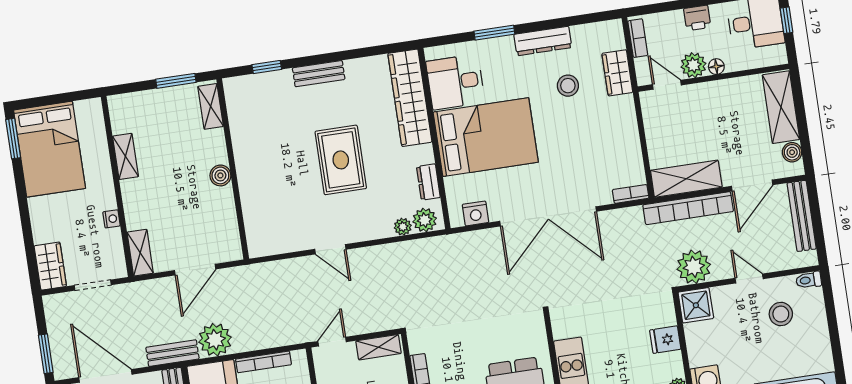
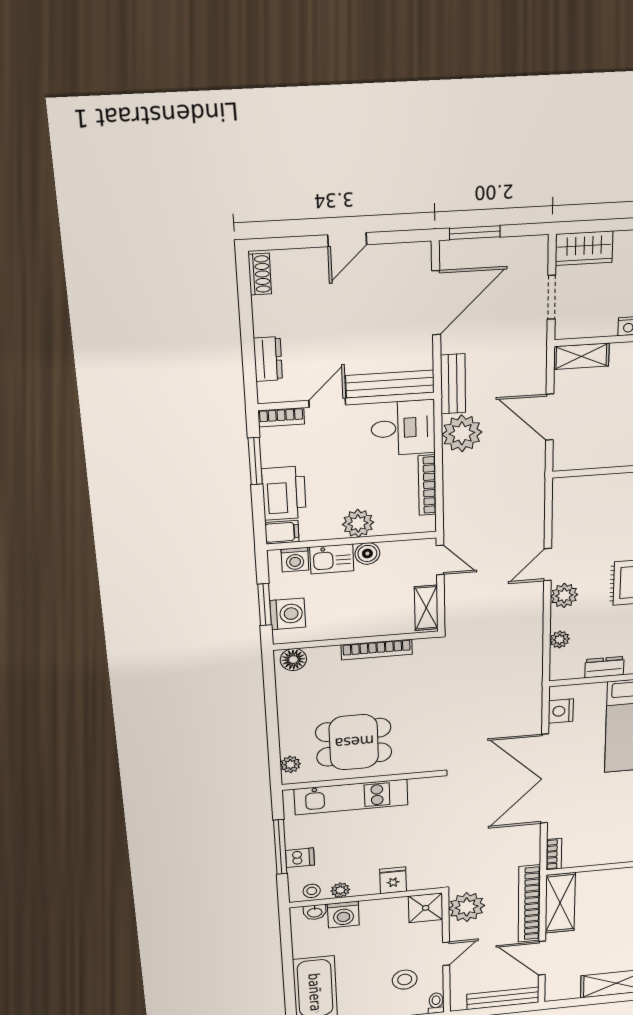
boiler: (792, 152) -> (569, 992), removed
plant: (425, 220) -> (564, 596), moved

